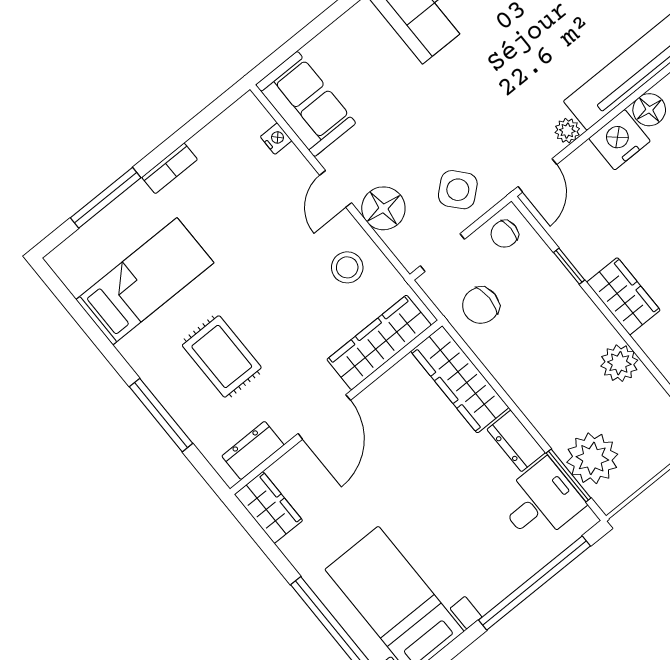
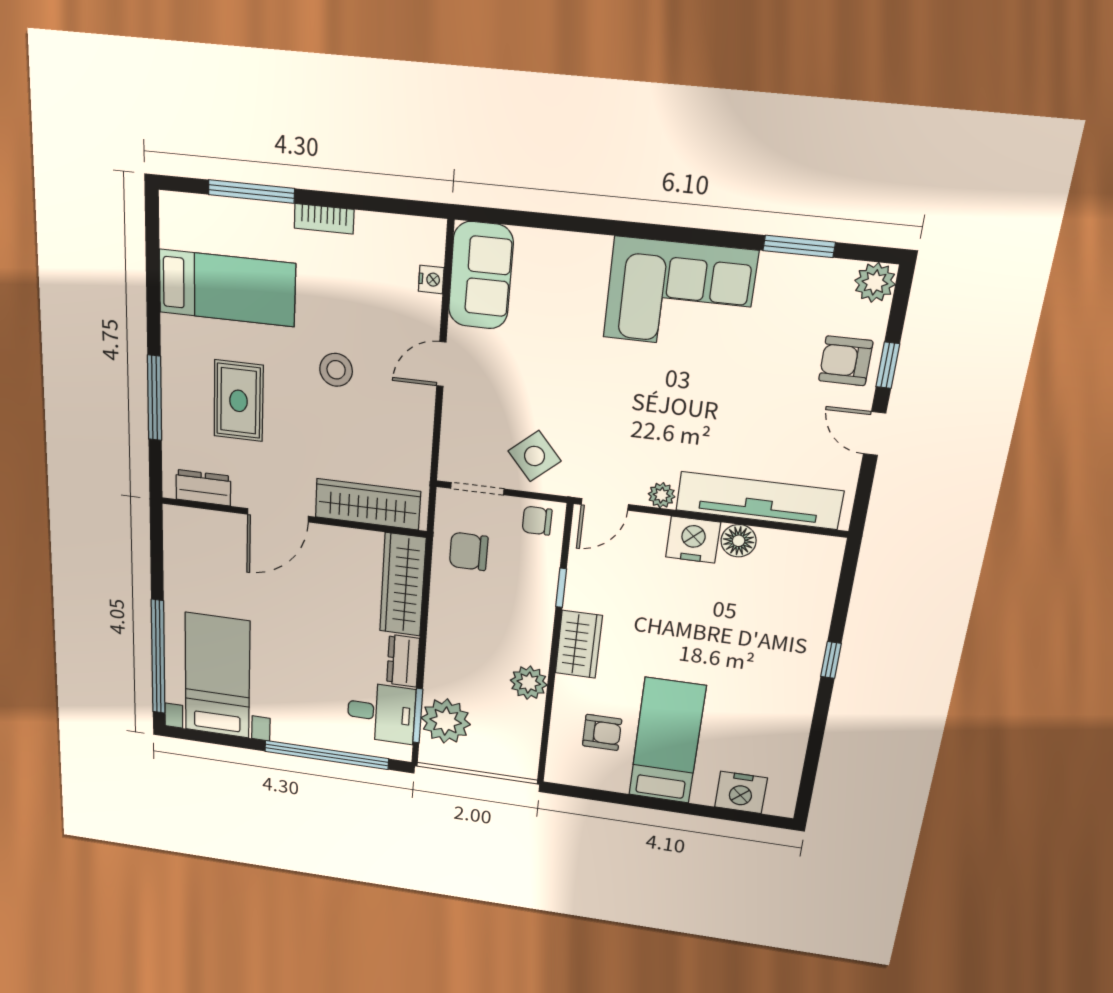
floor lamp: (383, 208) -> (464, 414), removed
stool: (347, 267) -> (336, 370), moved
wardrobe: (268, 508) -> (180, 536), removed

